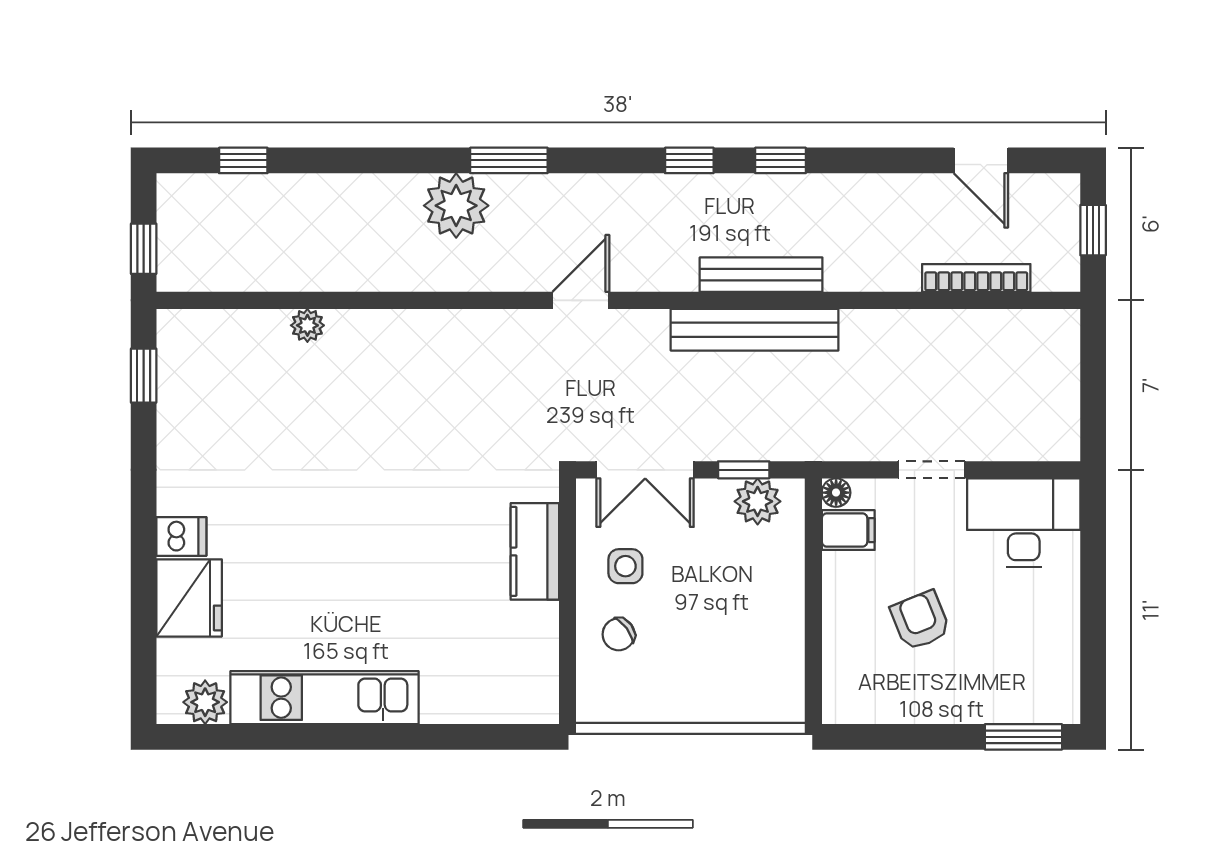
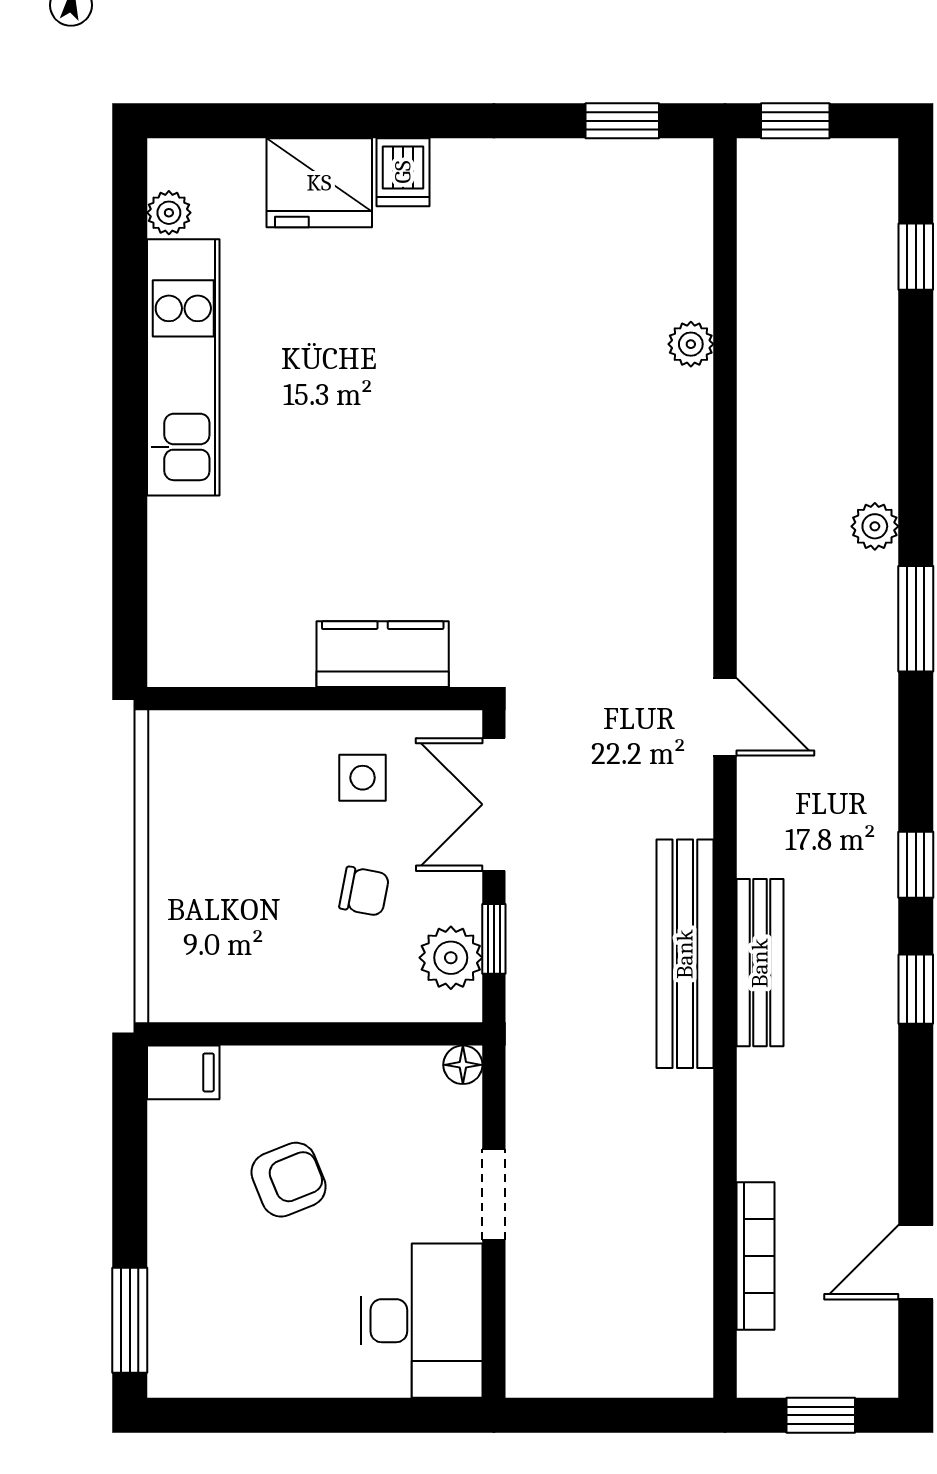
plant: (456, 206) -> (875, 526), width x0.53, depth x0.53
filing cabinet: (848, 530) -> (183, 1072), moved, turned -90
chair: (619, 634) -> (364, 891), moved, turned 137
plant: (205, 702) -> (169, 213), width x0.73, depth x0.73

